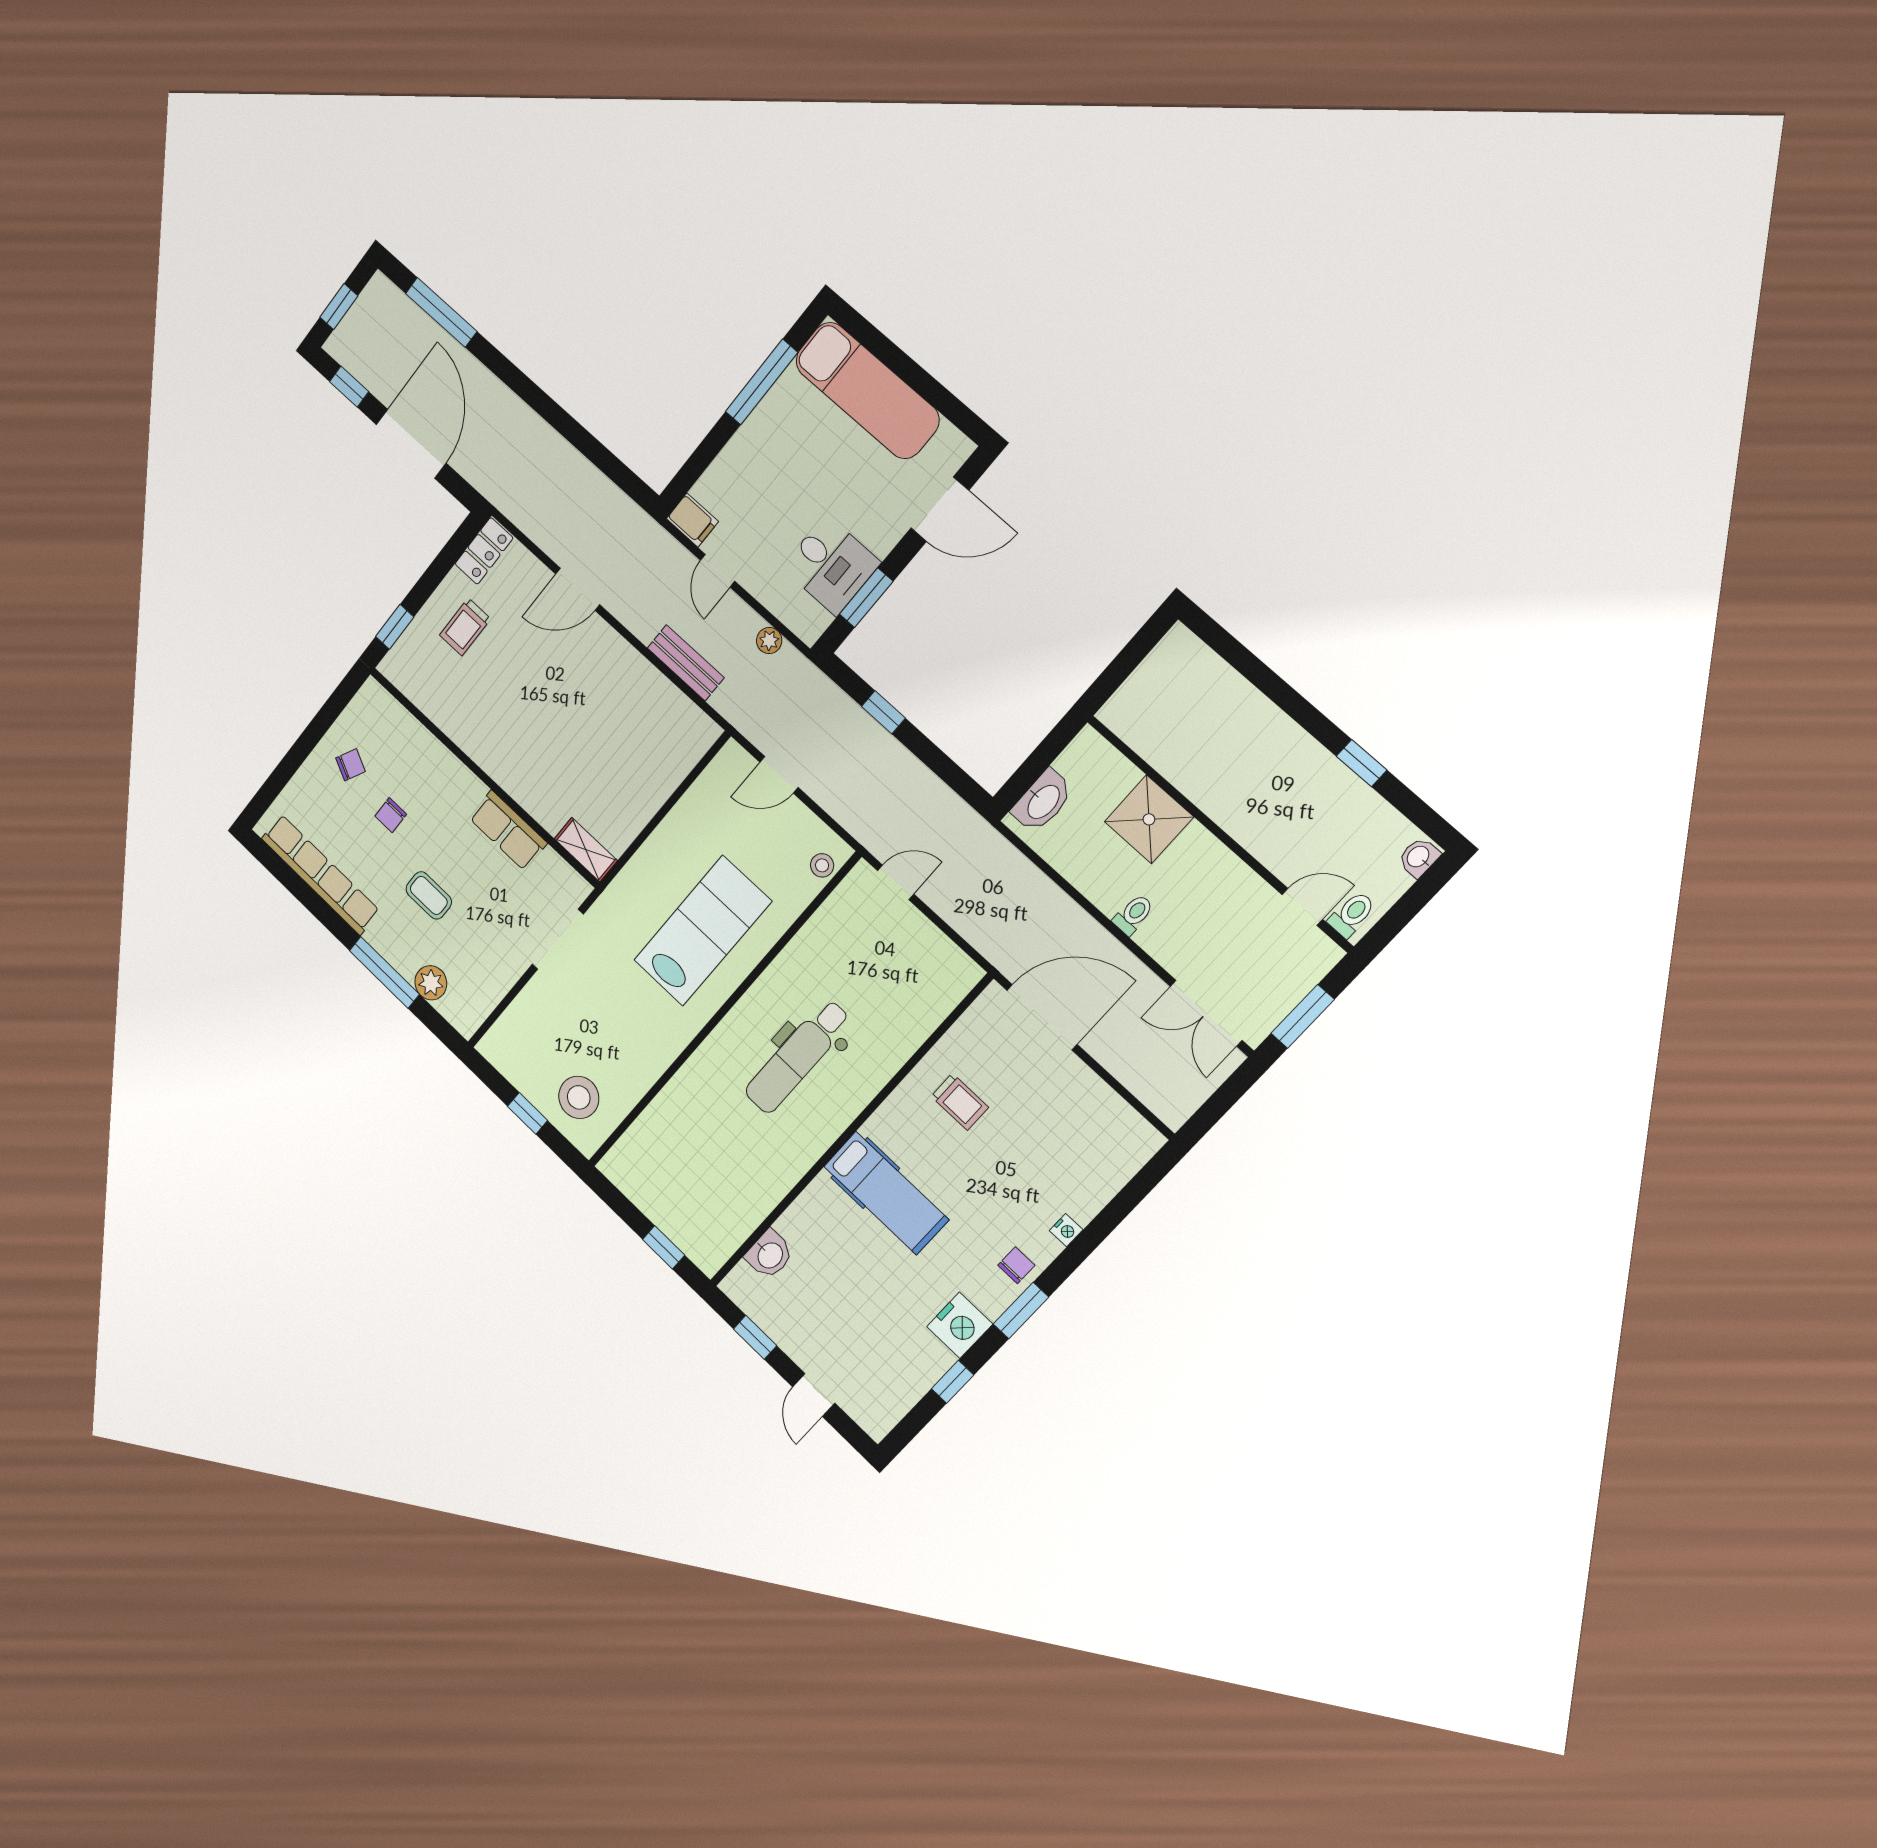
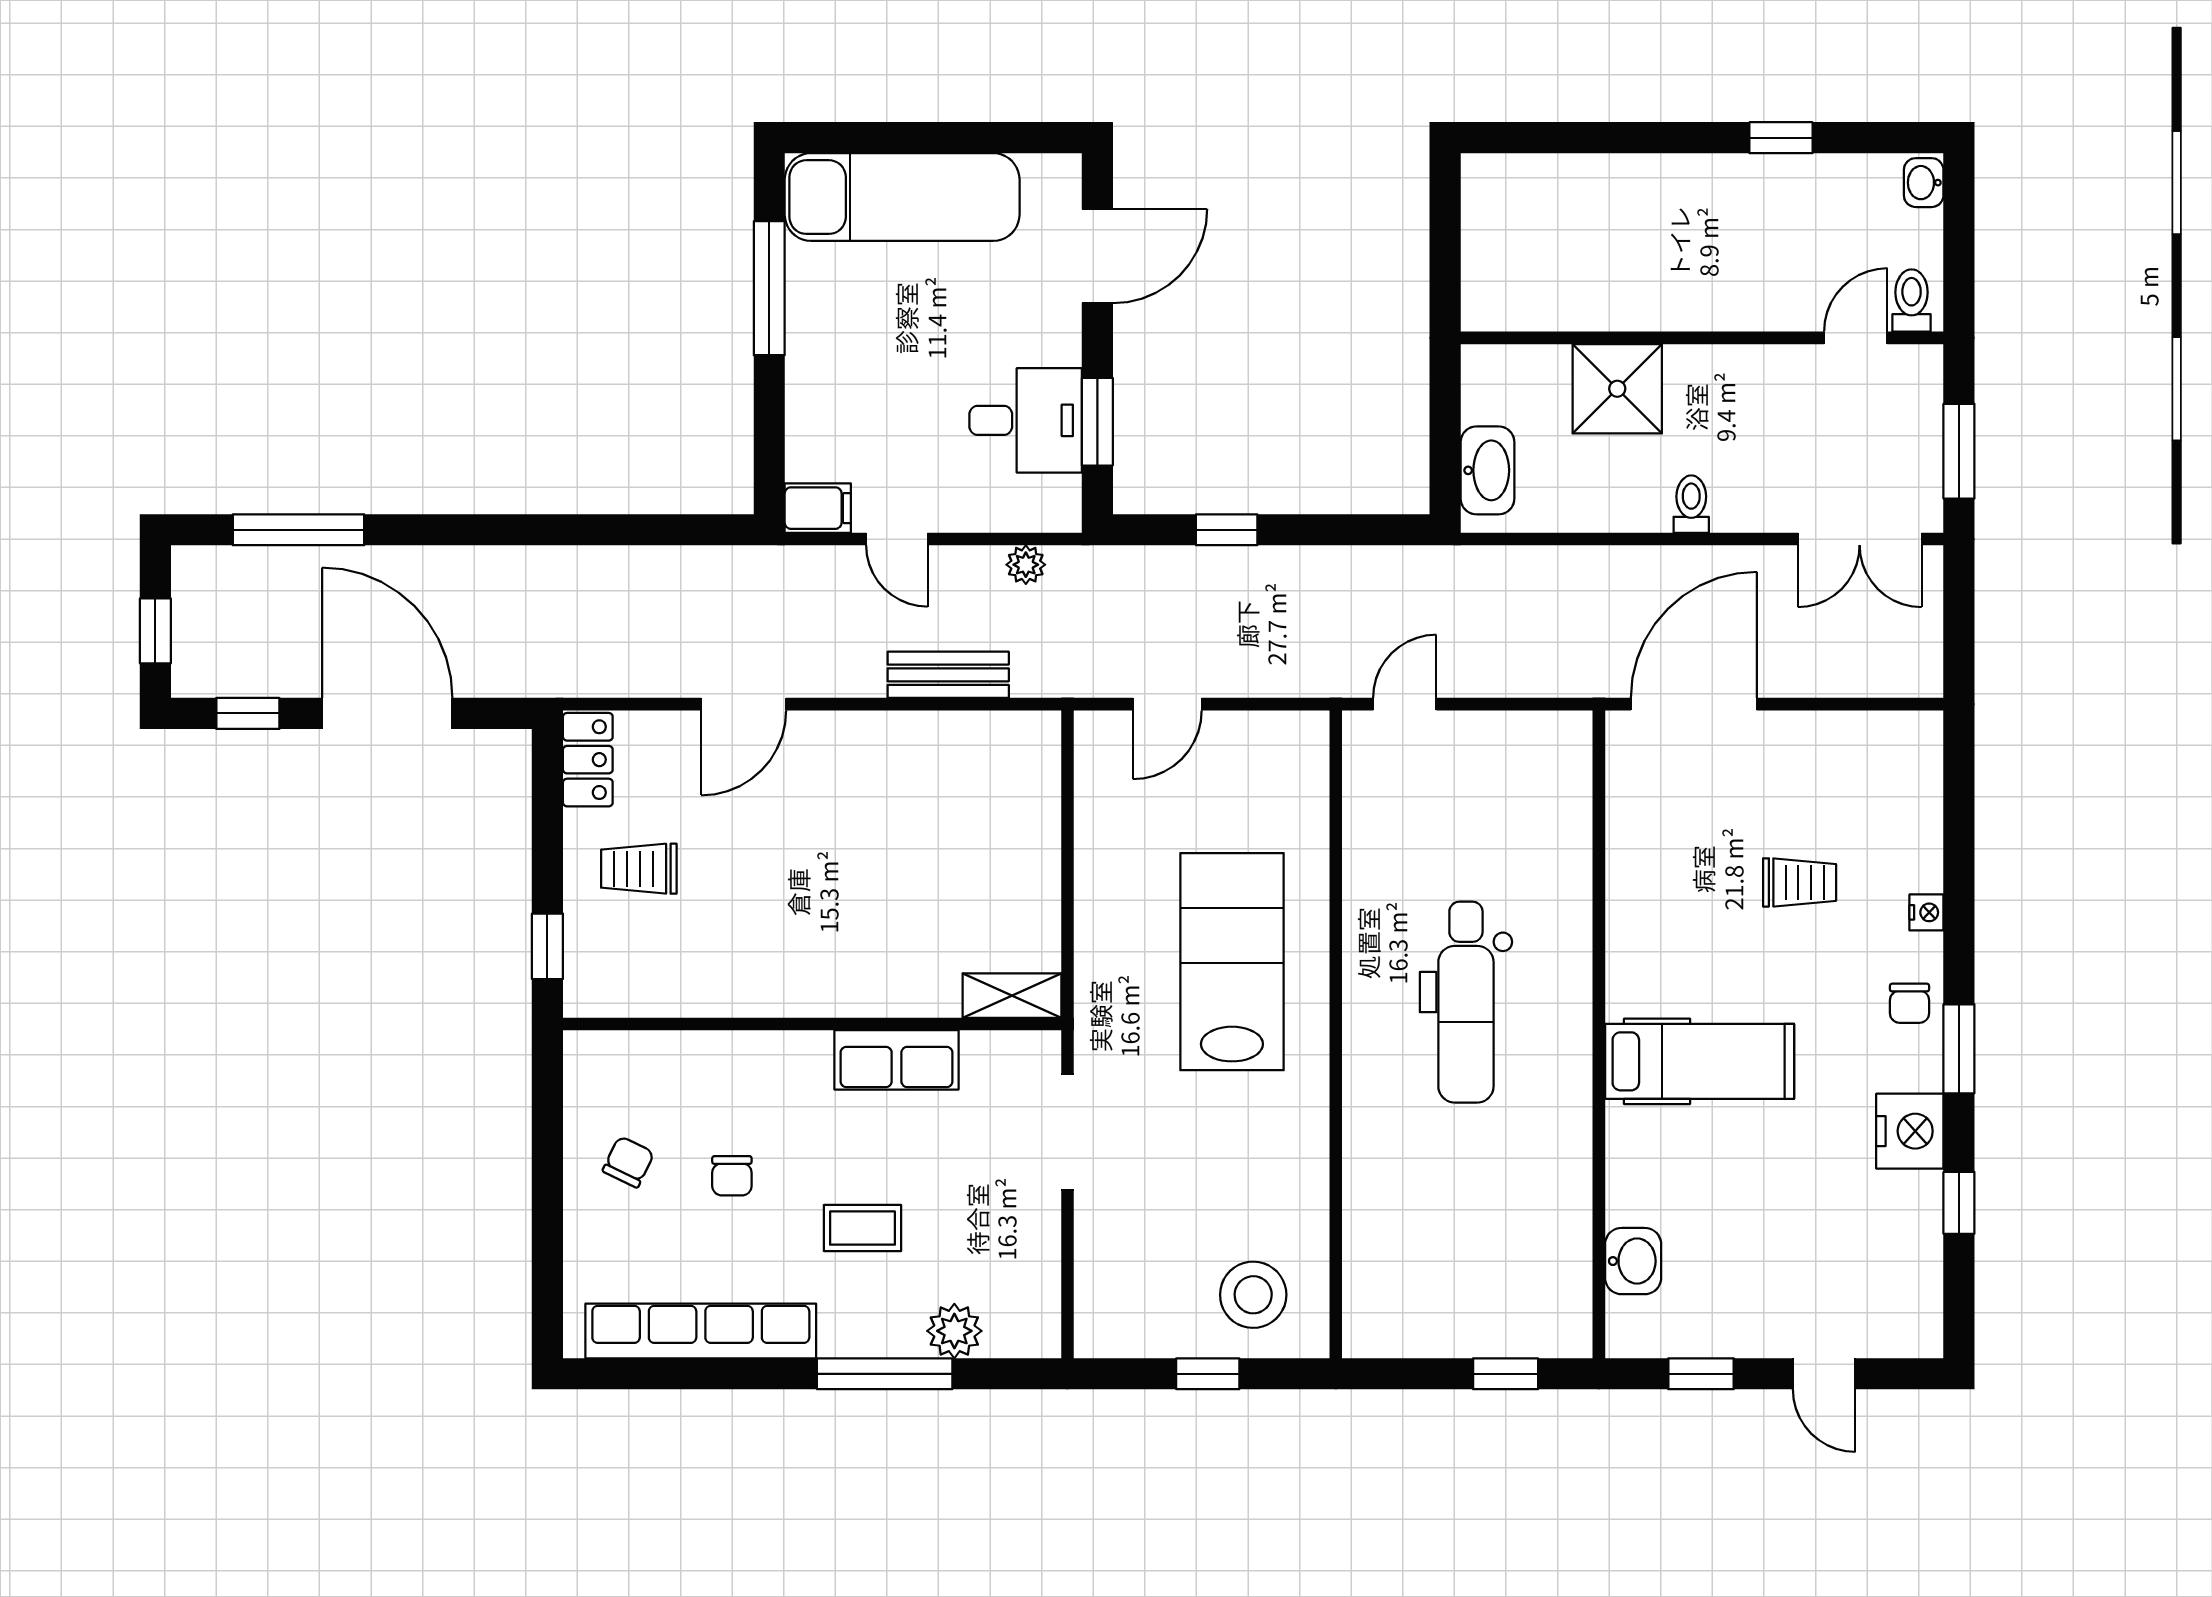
trolley: (465, 627) -> (639, 869), turned 90
stool: (822, 865) -> (1305, 761), removed
trolley: (960, 1102) -> (1800, 882), moved
chair: (1016, 1265) -> (1910, 1003), turned 180

